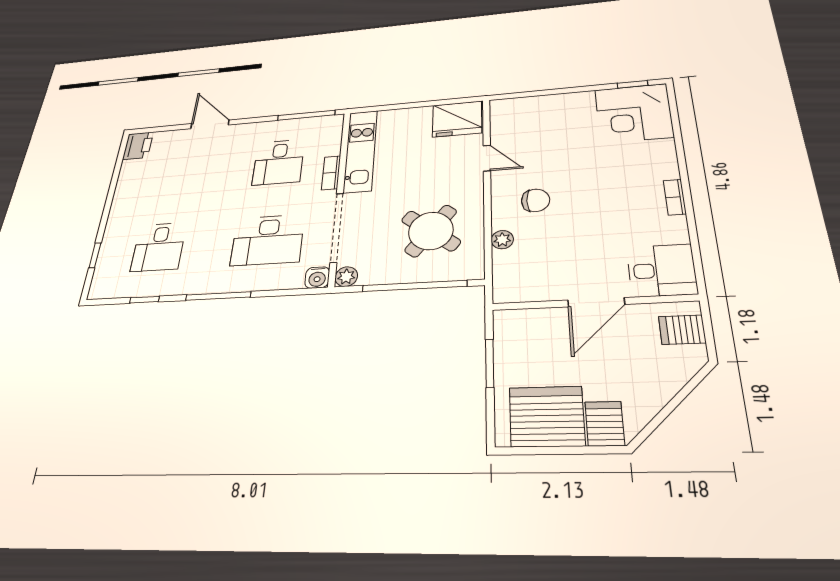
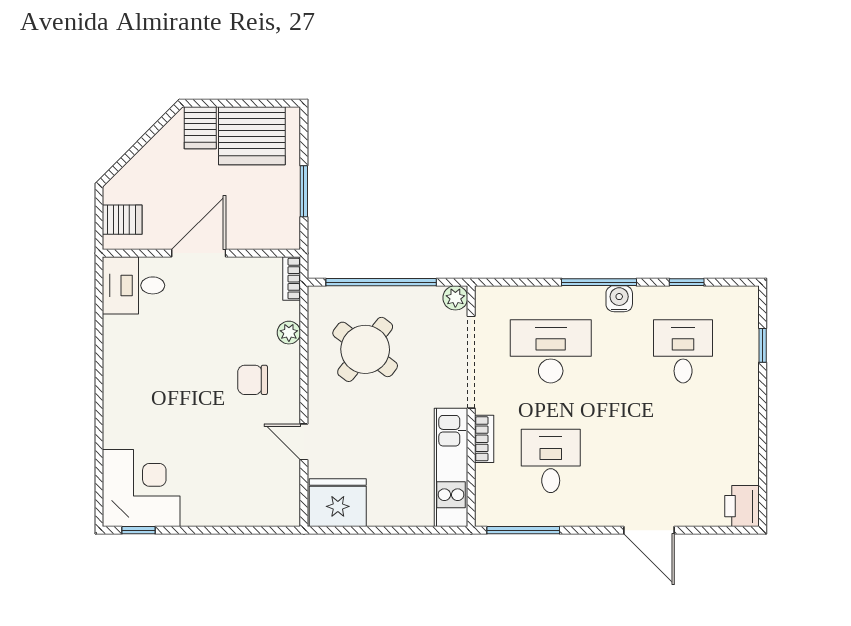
bookcase: (675, 197) -> (292, 279), moved, turned 180
water cooler: (317, 278) -> (619, 299), moved

